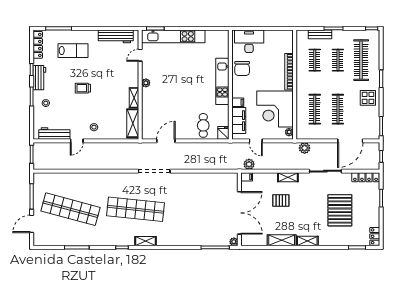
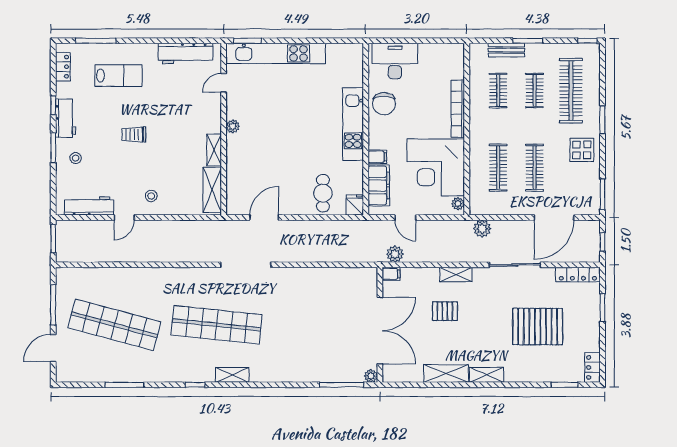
locker: (38, 45) -> (63, 67), width x0.66
pallet: (340, 210) -> (538, 327), turned 90

